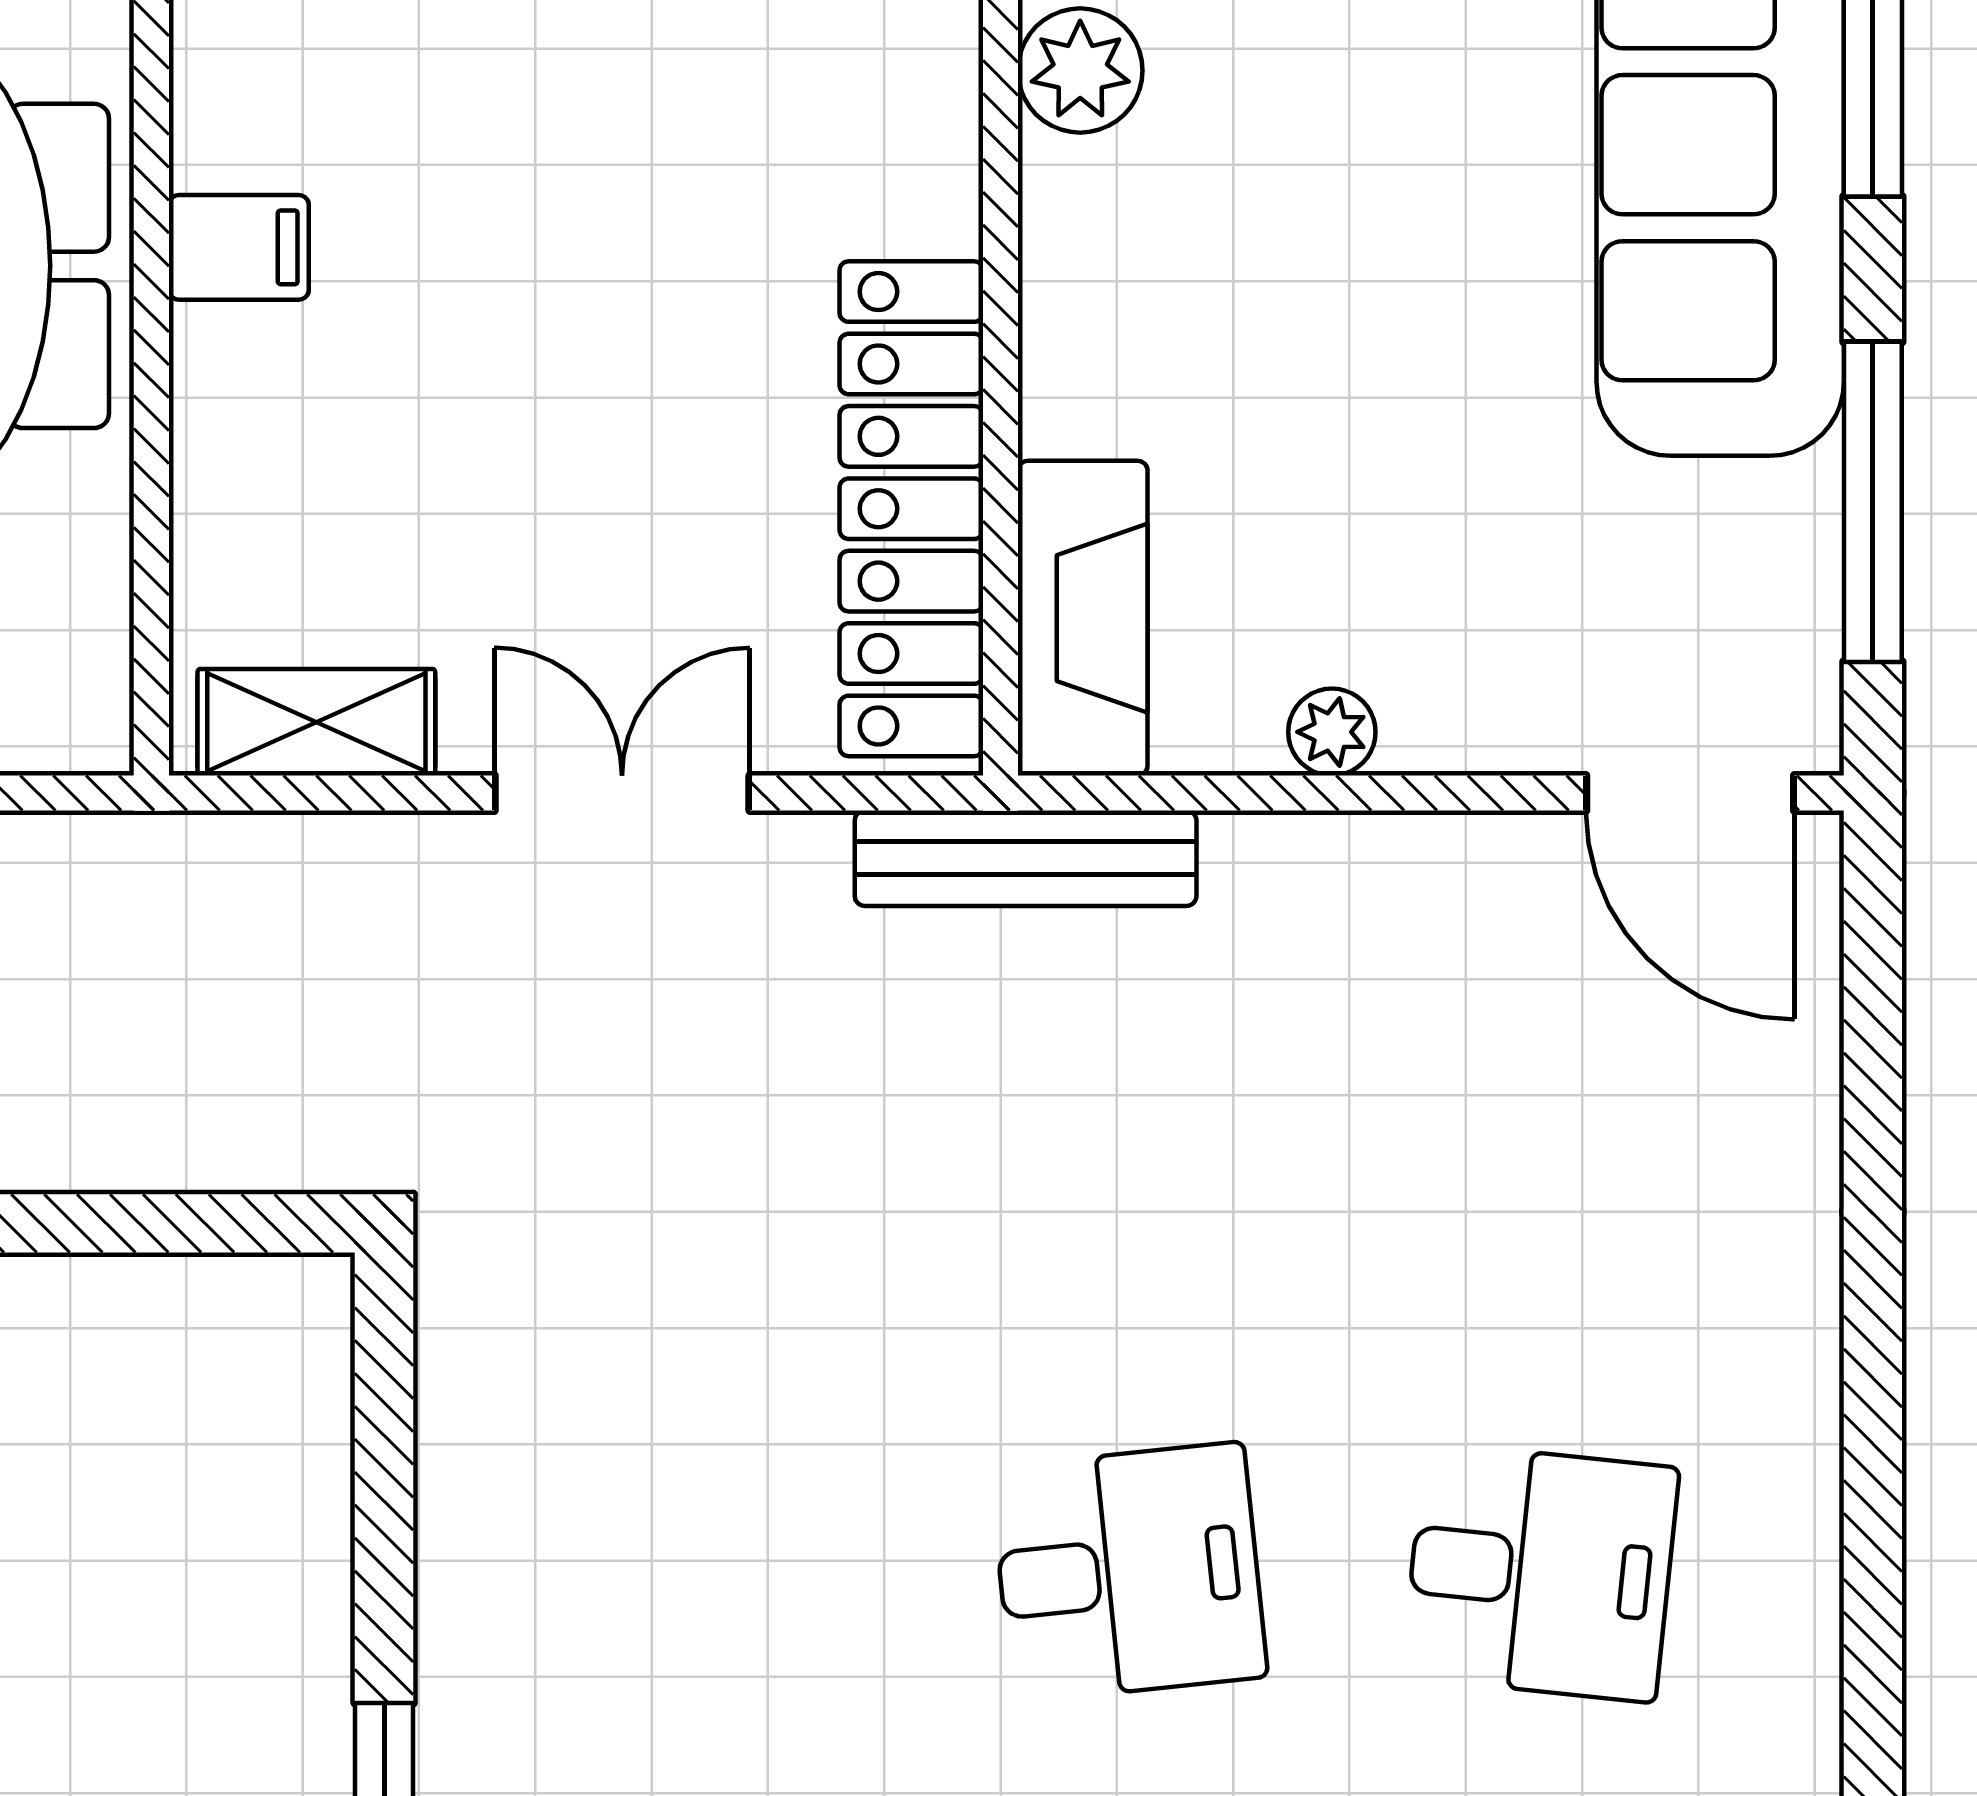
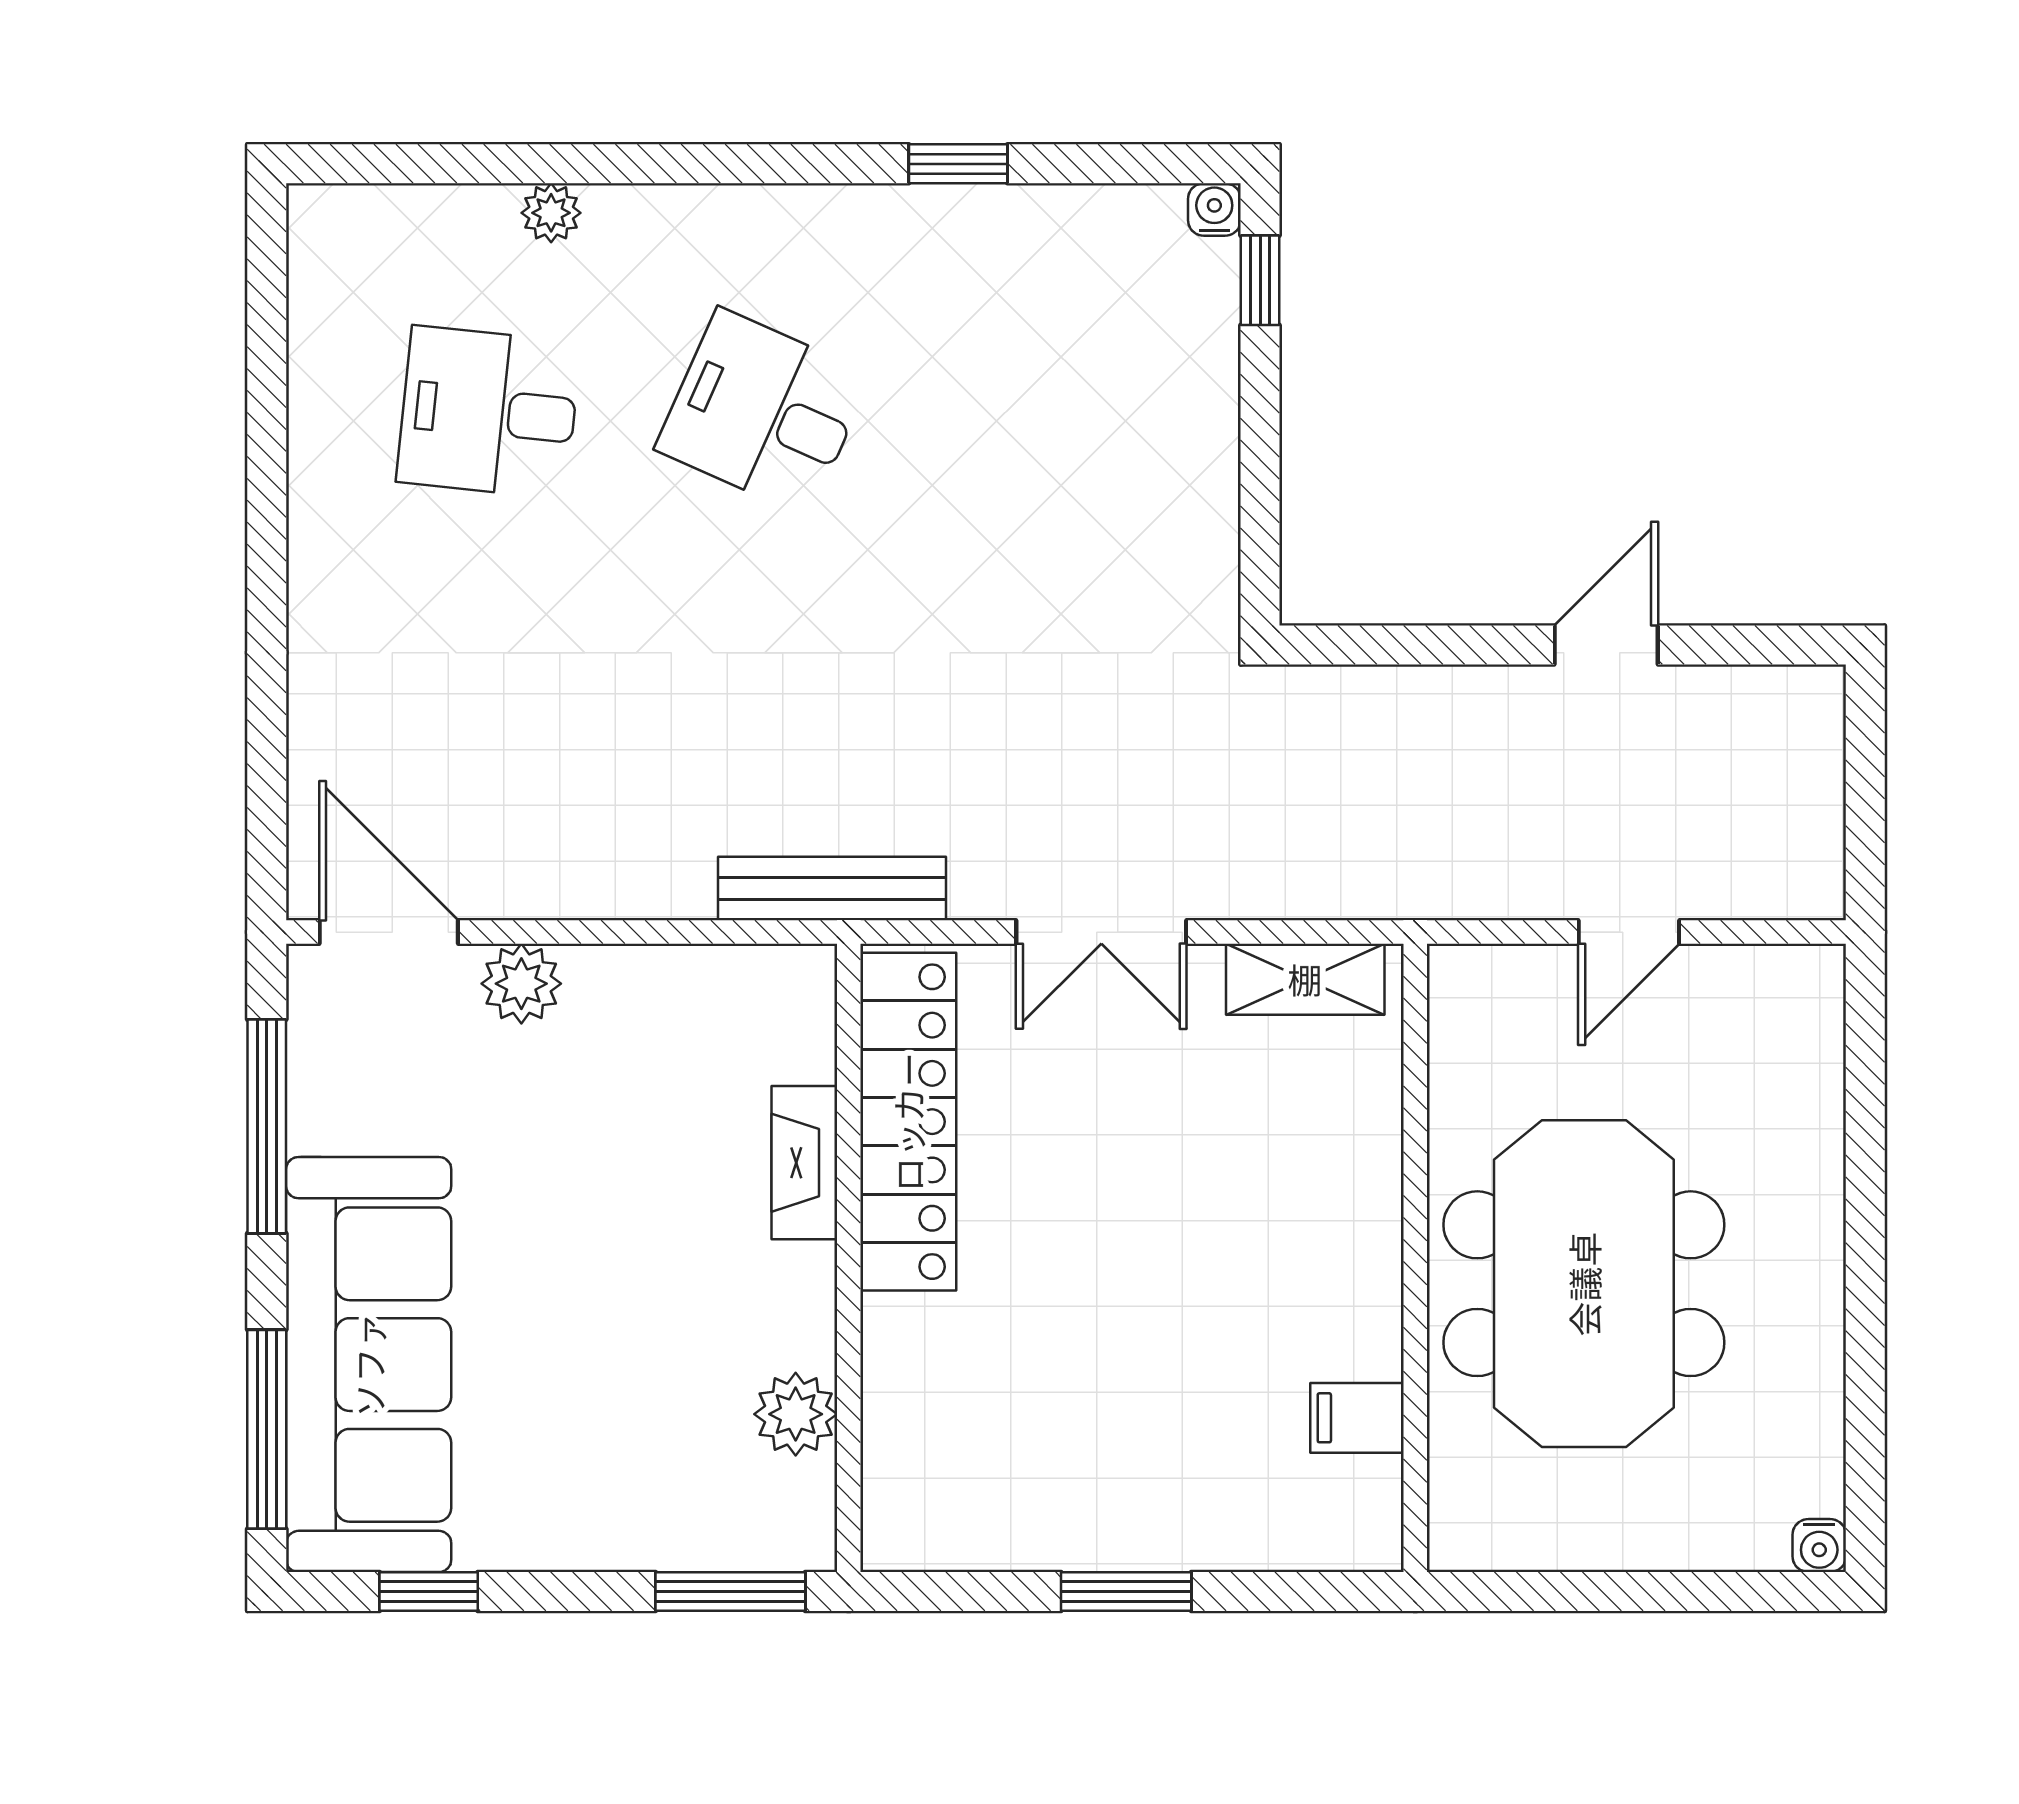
filing cabinet: (239, 247) -> (1357, 1418), moved
fireplace: (1083, 618) -> (804, 1163), moved, width x0.73, depth x0.76
plant: (1332, 732) -> (521, 984), moved, width x1.38, depth x1.38
desk: (1128, 1572) -> (763, 412), turned 30

